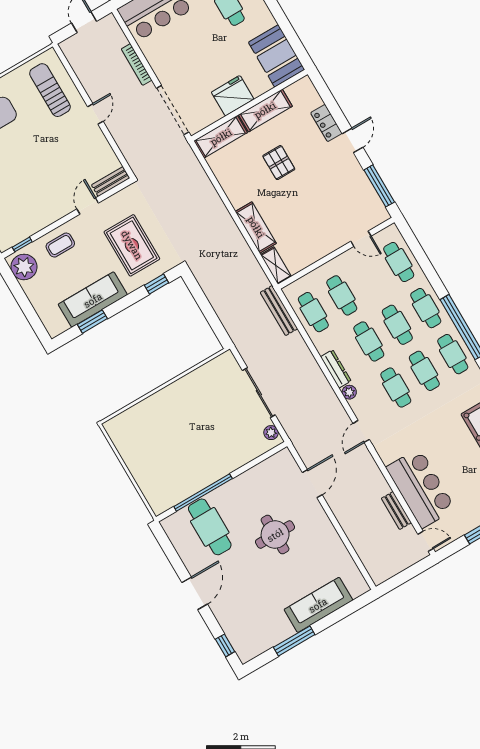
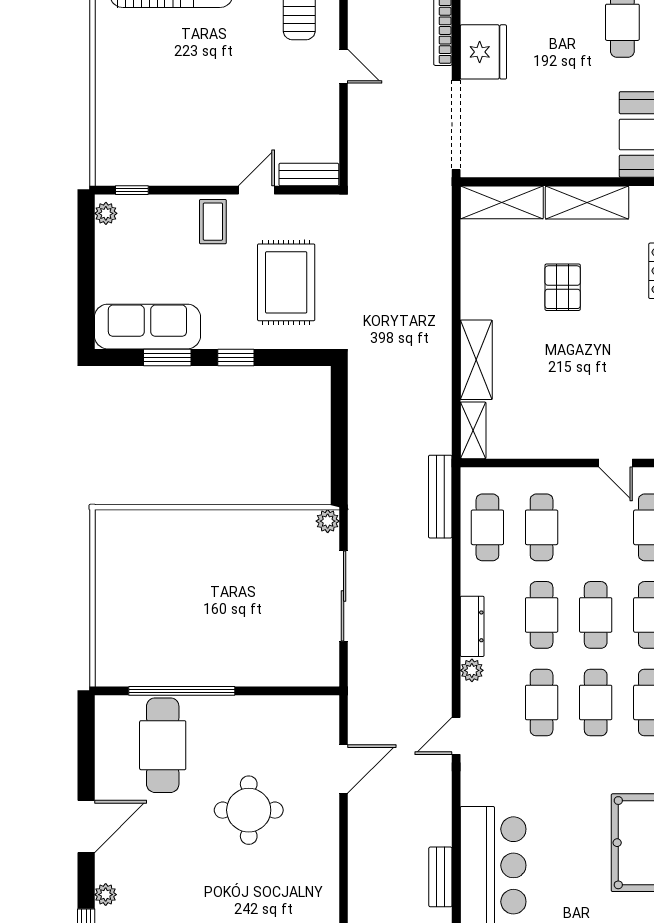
fridge: (233, 96) -> (483, 52), moved, turned 90
door: (95, 114) -> (344, 66), hinge flipped
coffee table: (60, 245) -> (213, 222), moved, turned 90
plant: (24, 267) -> (106, 213), width x0.53, depth x0.53
window: (157, 284) -> (236, 357), moved
sofa: (93, 300) -> (147, 327), moved
plant: (271, 433) -> (328, 521), moved
plant: (226, 623) -> (106, 895), added

